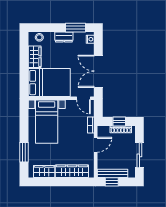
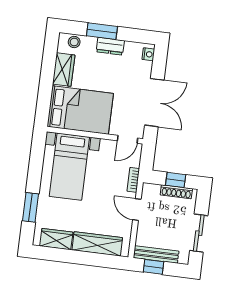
window: (75, 28) -> (102, 31), moved
double door: (98, 71) -> (154, 103), swing flipped
door: (83, 98) -> (127, 139), hinge flipped
door: (96, 145) -> (137, 210), swing flipped

